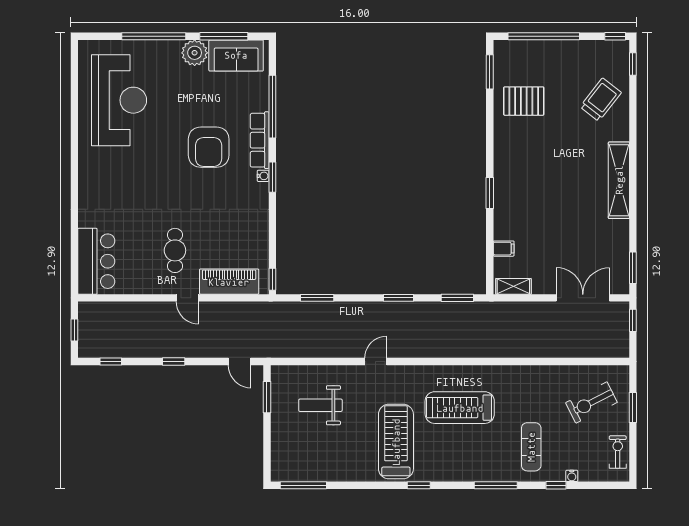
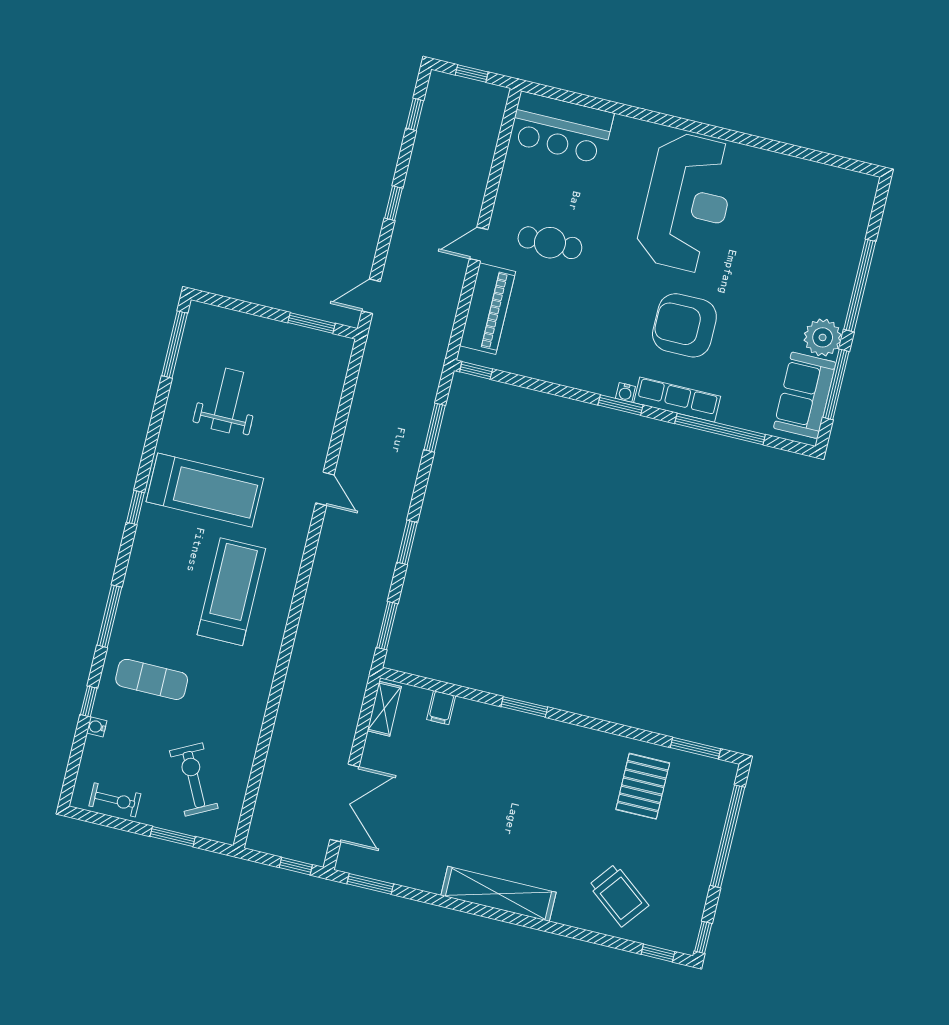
reception desk: (119, 100) -> (687, 202), moved, turned -90
weight bench: (320, 405) -> (227, 401), moved

